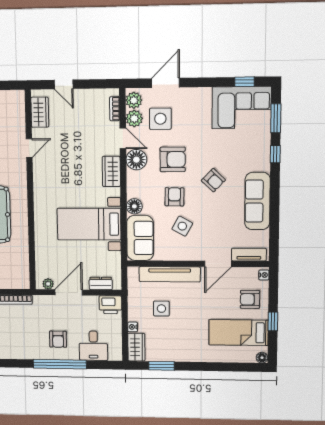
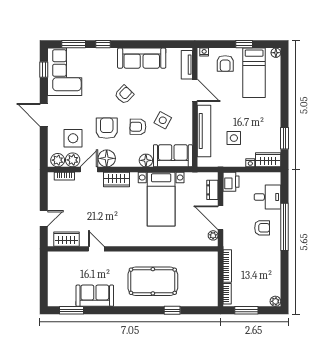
door: (165, 83) -> (44, 115), moved

